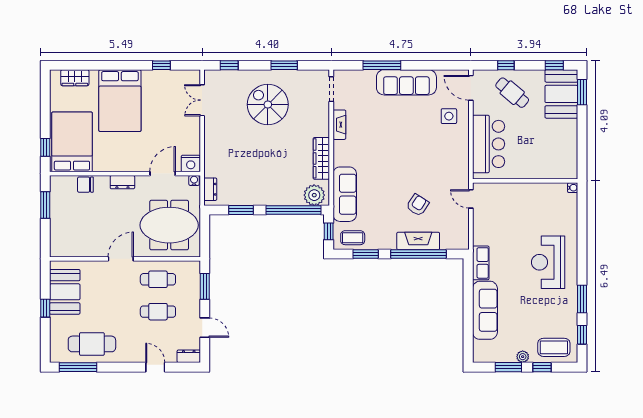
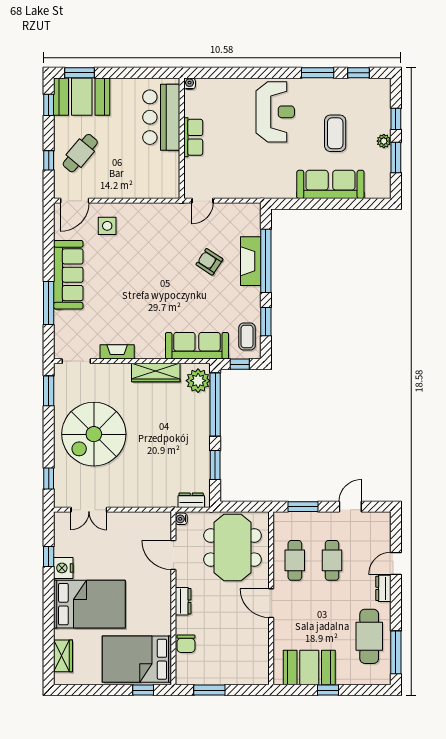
window: (284, 65) -> (49, 391), moved
spiral stairs: (268, 105) -> (94, 434), width x1.37, depth x1.37
bar counter: (489, 144) -> (161, 117), moved, turned -90
nightstand: (191, 163) -> (63, 568), moved, turned 180
reception desk: (548, 262) -> (275, 112), turned -90
row of seats: (481, 263) -> (193, 137), moved, turned 90
coffee table: (554, 347) -> (335, 133), moved
dresser: (189, 356) -> (383, 588), moved

